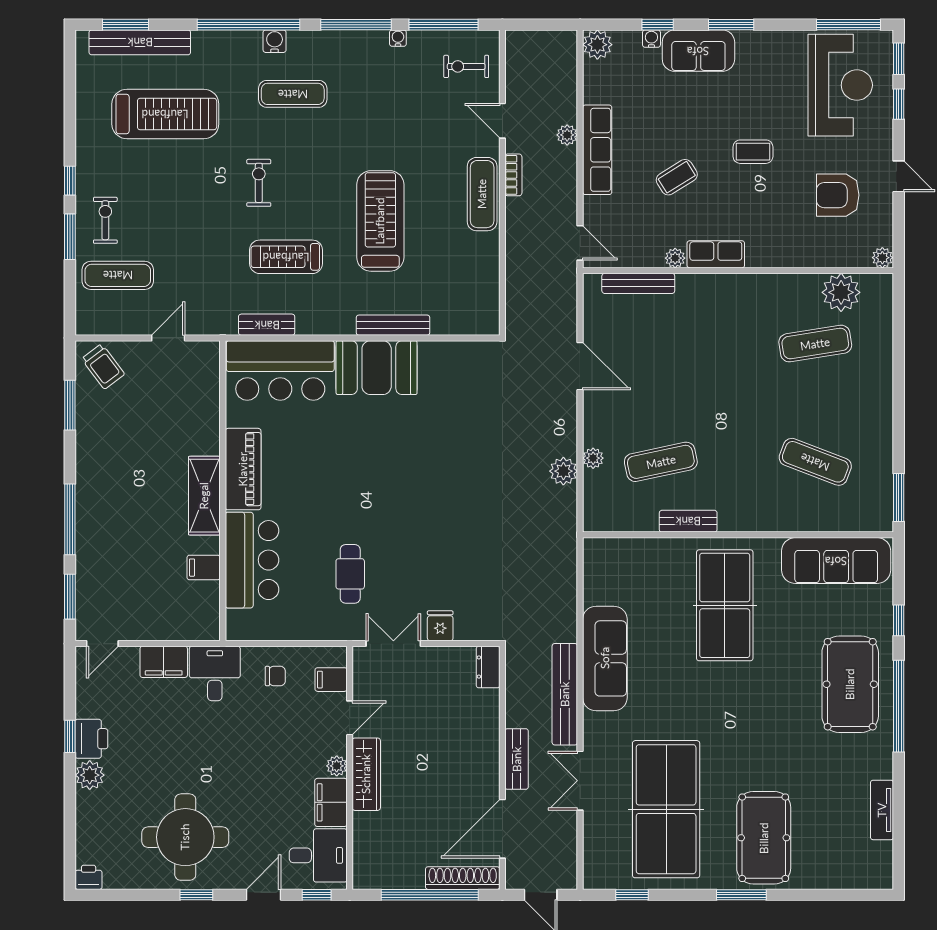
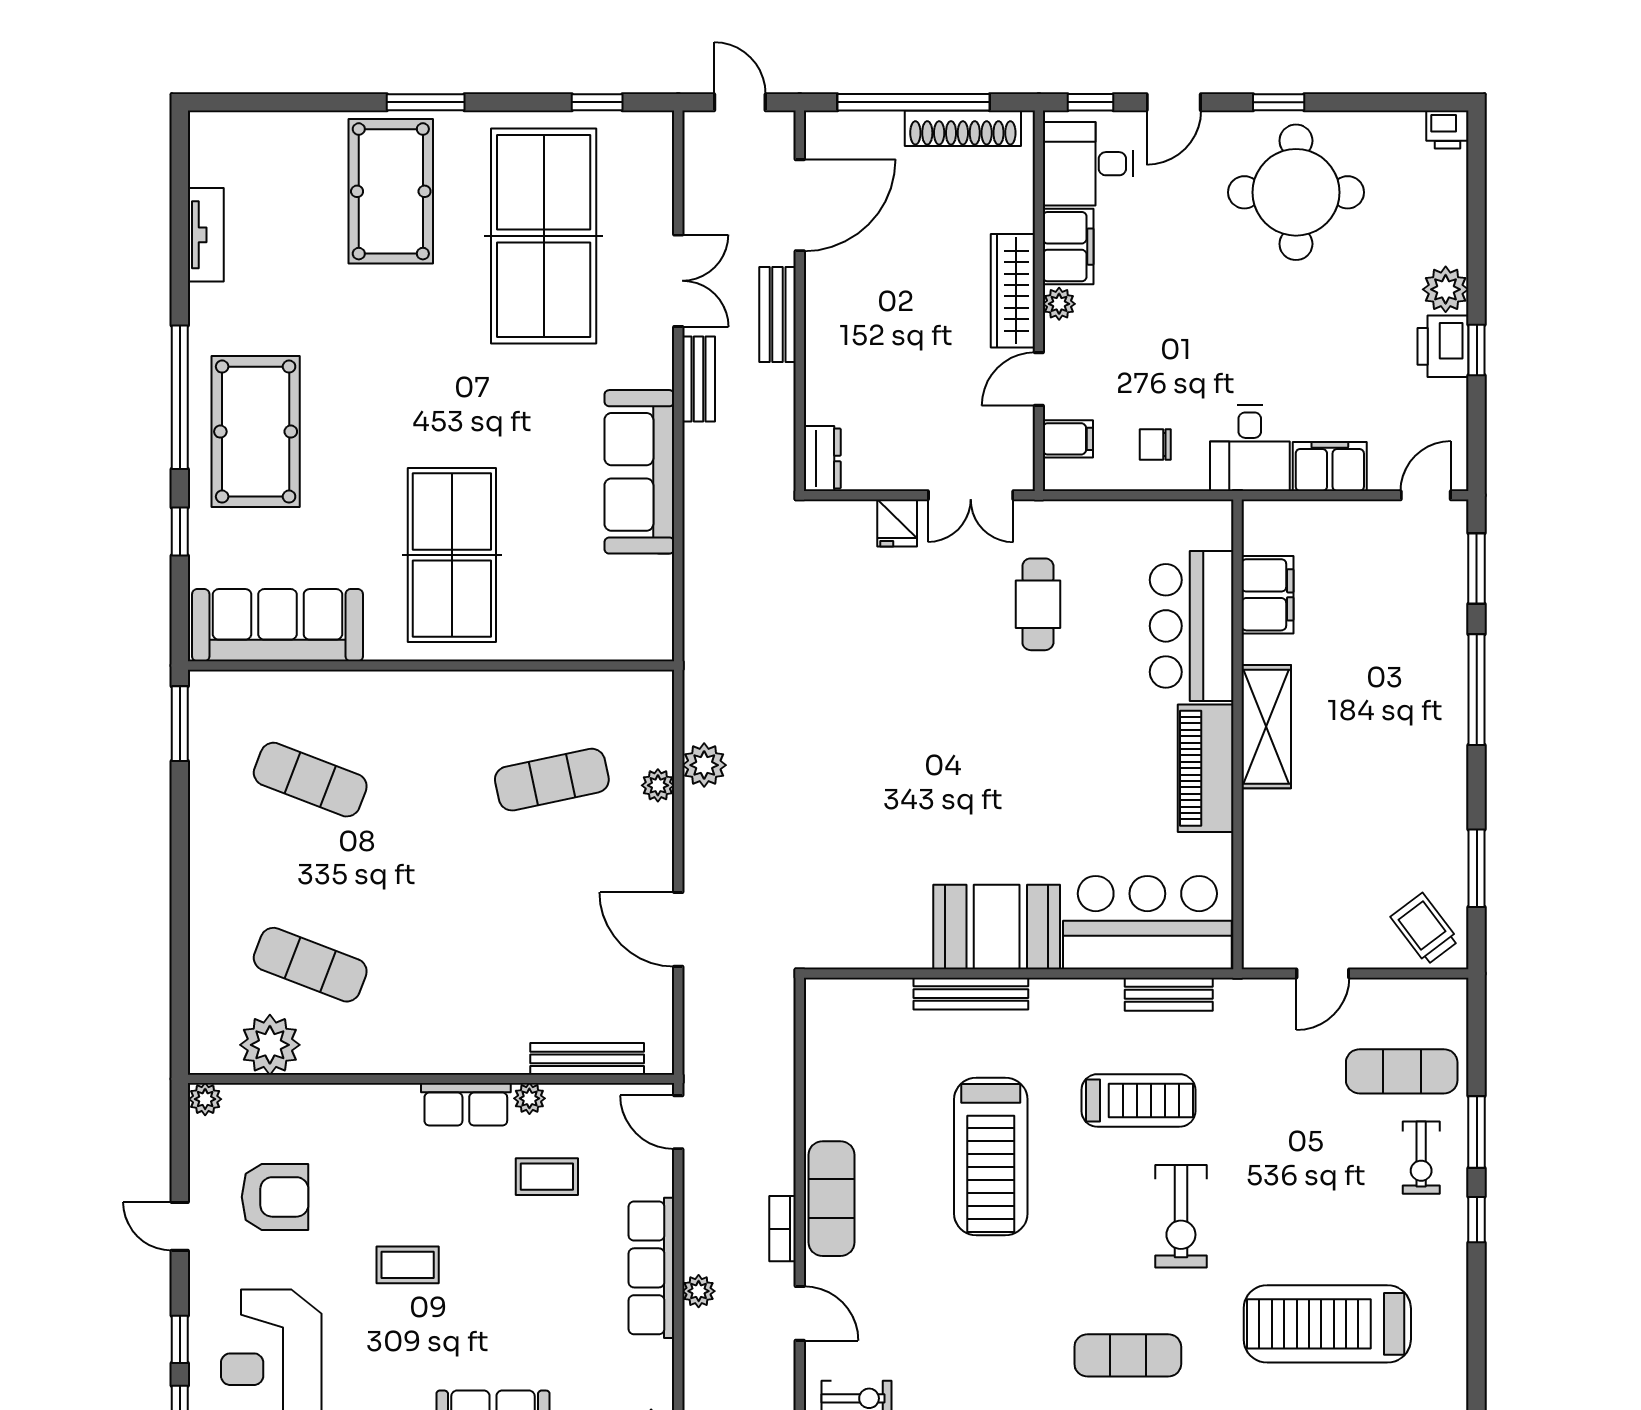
coffee table: (677, 177) -> (547, 1177), moved, turned 32
exercise bike: (259, 183) -> (1181, 1216), width x1.38, depth x1.39
exercise mat: (815, 344) -> (310, 965), turned 30
bench: (688, 521) -> (509, 687), removed
filing cabinet: (204, 568) -> (1267, 595), width x2.00
bench: (565, 694) -> (699, 379), width x0.54, depth x0.82
shoe rack: (463, 878) -> (963, 128), moved

